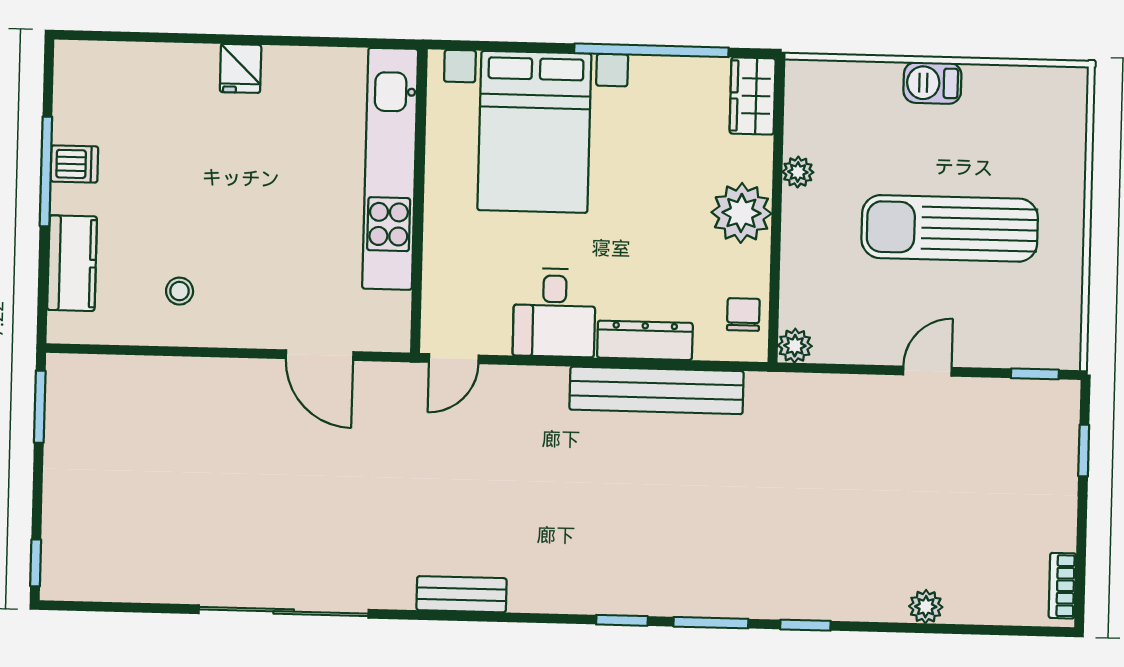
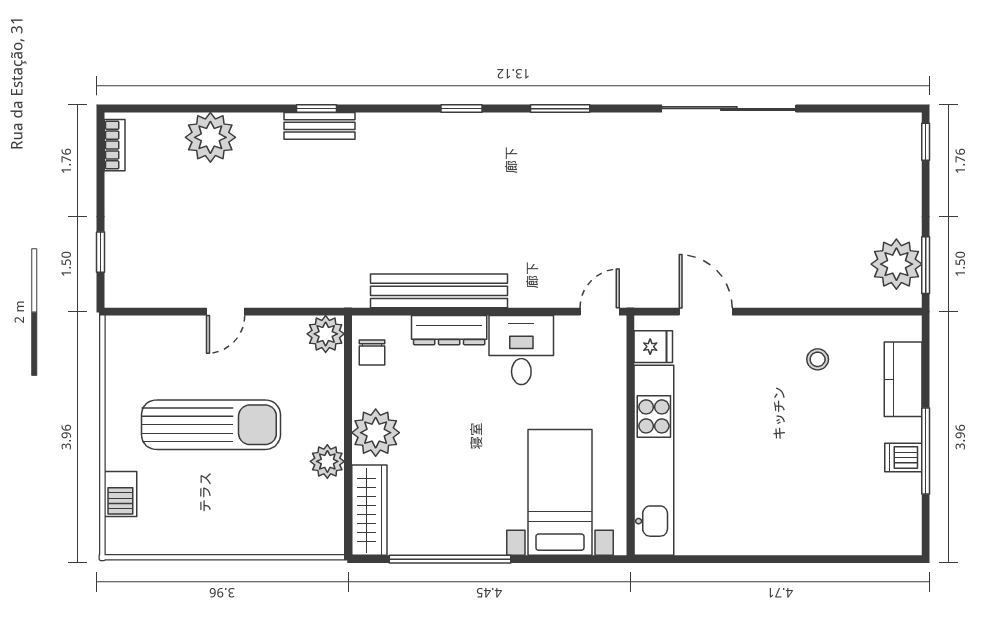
fridge: (241, 68) -> (653, 347), moved, turned 90
barbecue: (932, 83) -> (120, 494), moved, turned 90
wardrobe: (753, 96) -> (369, 510), width x1.50
bed with nightstands: (534, 132) -> (560, 492), width x0.73
plant: (798, 172) -> (327, 461), width x1.38, depth x1.38
plant: (795, 346) -> (326, 334), width x1.38, depth x1.38
window: (1035, 374) -> (141, 312), removed
plant: (77, 409) -> (896, 264), added
bench: (461, 594) -> (319, 126), moved
plant: (926, 607) -> (210, 137), width x1.88, depth x1.88
window: (711, 623) -> (560, 109), moved

